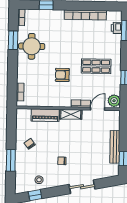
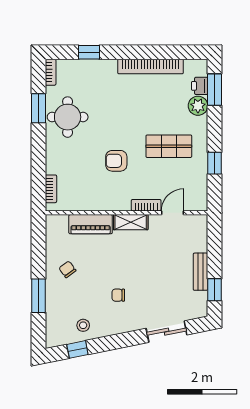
plant: (114, 101) -> (198, 106), moved
bench: (115, 147) -> (200, 272), width x0.73
sliding door: (82, 187) -> (167, 332), moved

